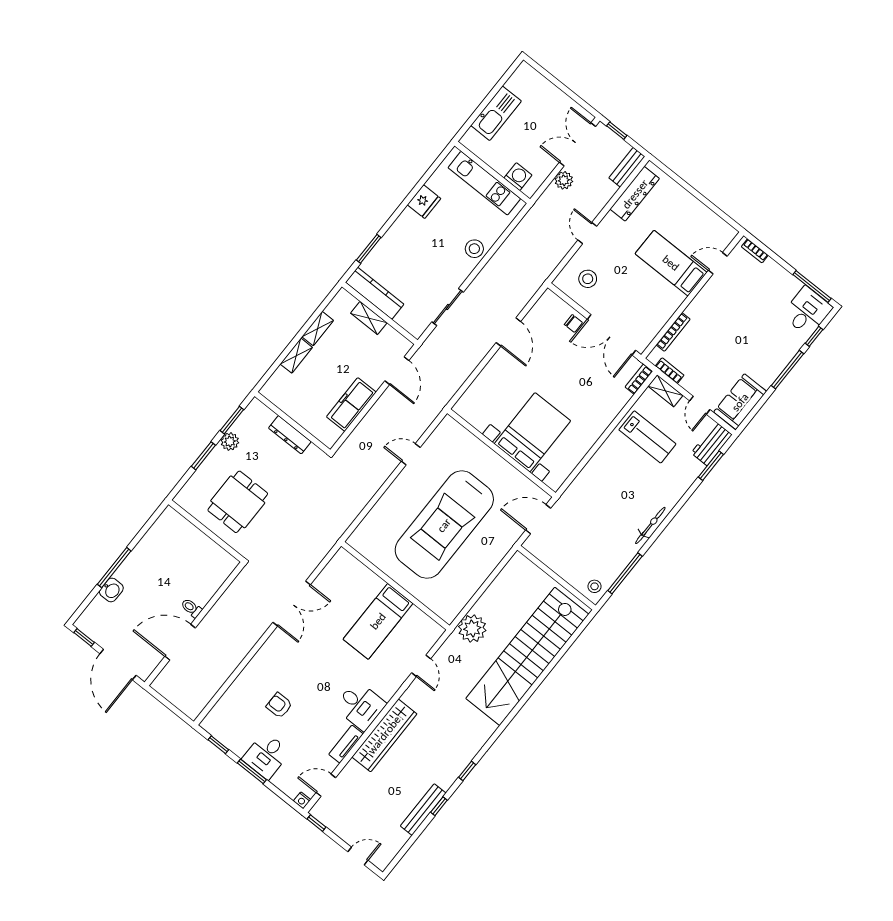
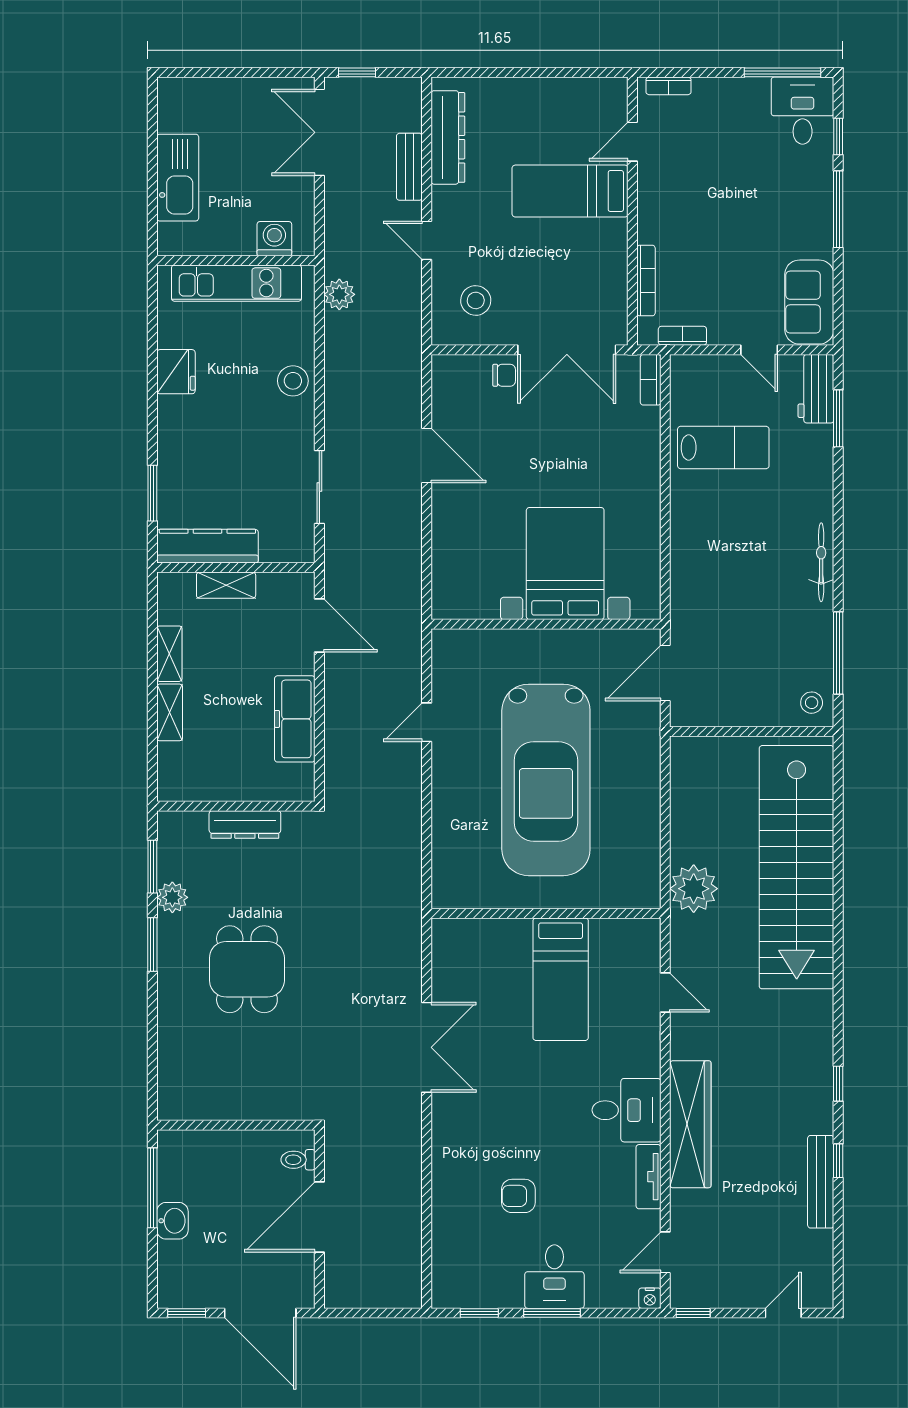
bench: (627, 167) -> (409, 167), moved
plant: (564, 180) -> (339, 294), moved
shelving: (665, 391) -> (698, 367), removed
wall: (206, 531) -> (236, 1125), moved

